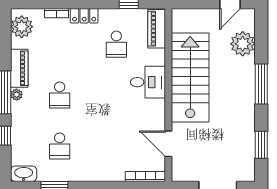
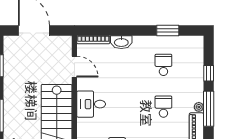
desk: (148, 82) -> (91, 104), moved
washbasin: (24, 174) -> (121, 42), moved

